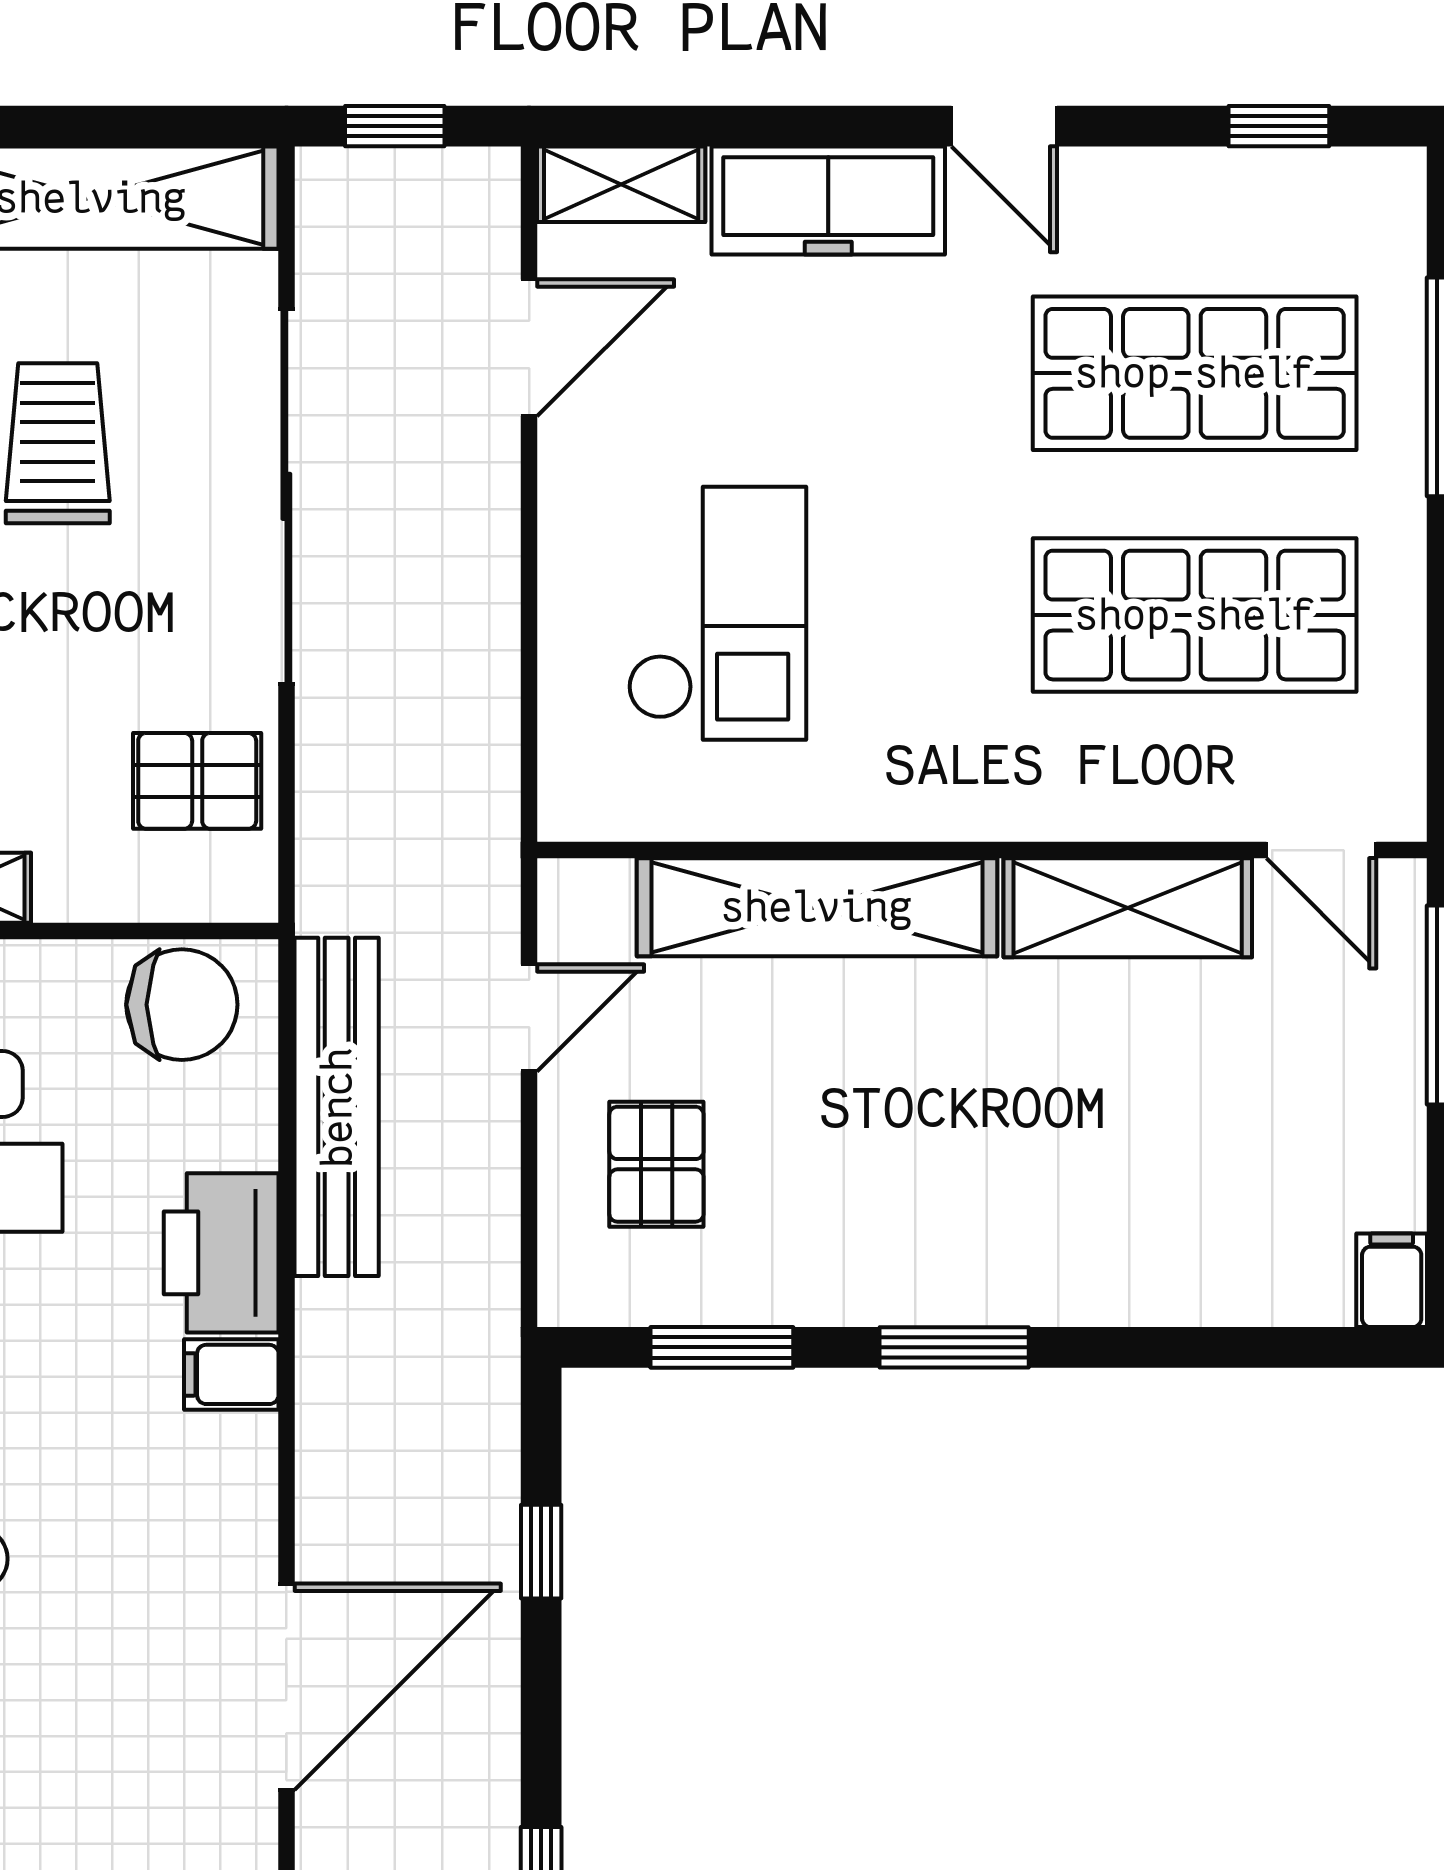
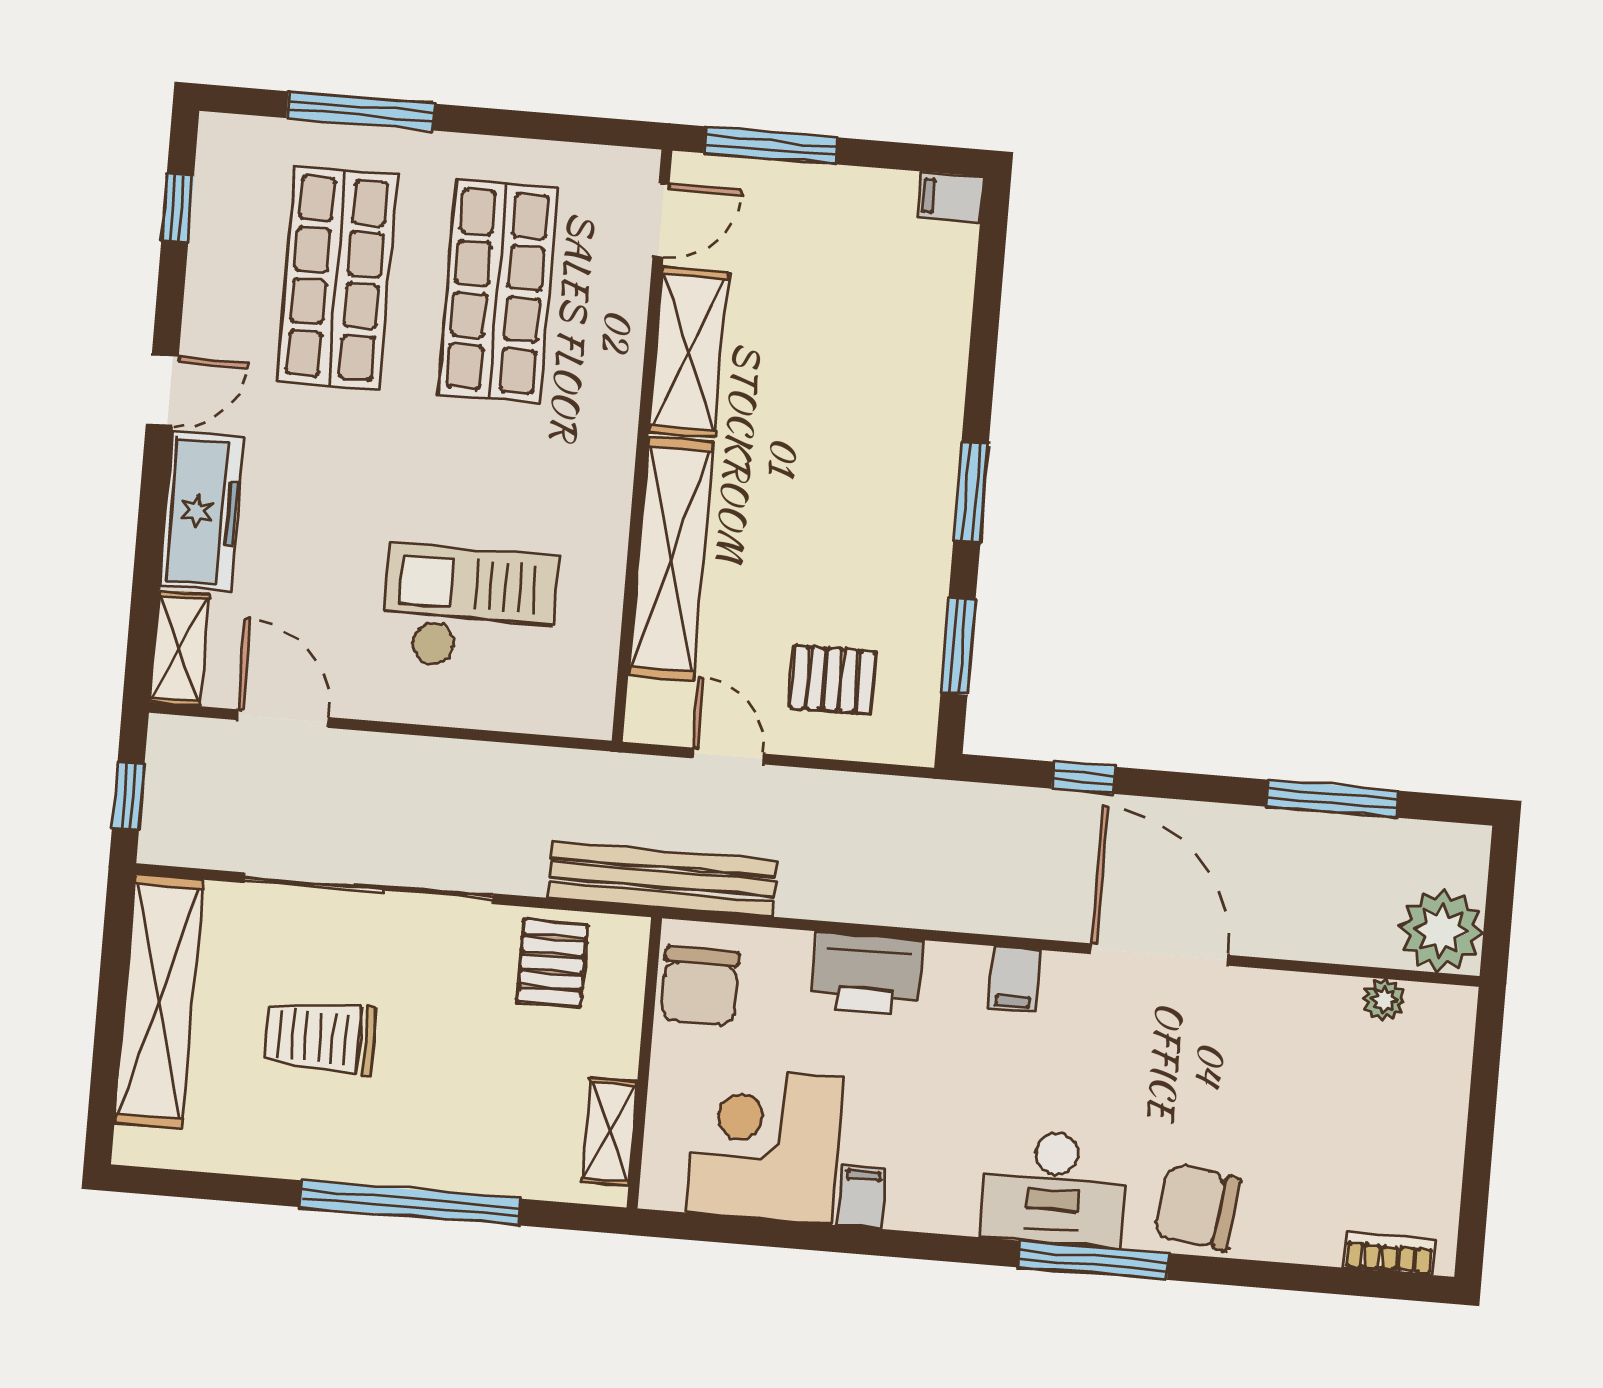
chair: (182, 1005) -> (700, 986), turned 180
bench: (337, 1107) -> (662, 879), moved
filing cabinet: (231, 1374) -> (1014, 979), moved

